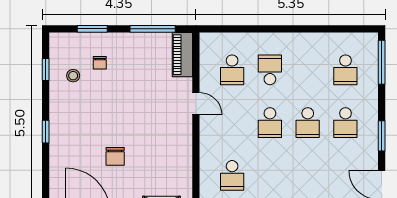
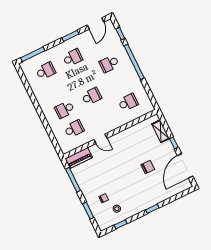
door: (196, 104) -> (100, 139), swing flipped
school desk: (308, 123) -> (109, 64), moved, turned 180

